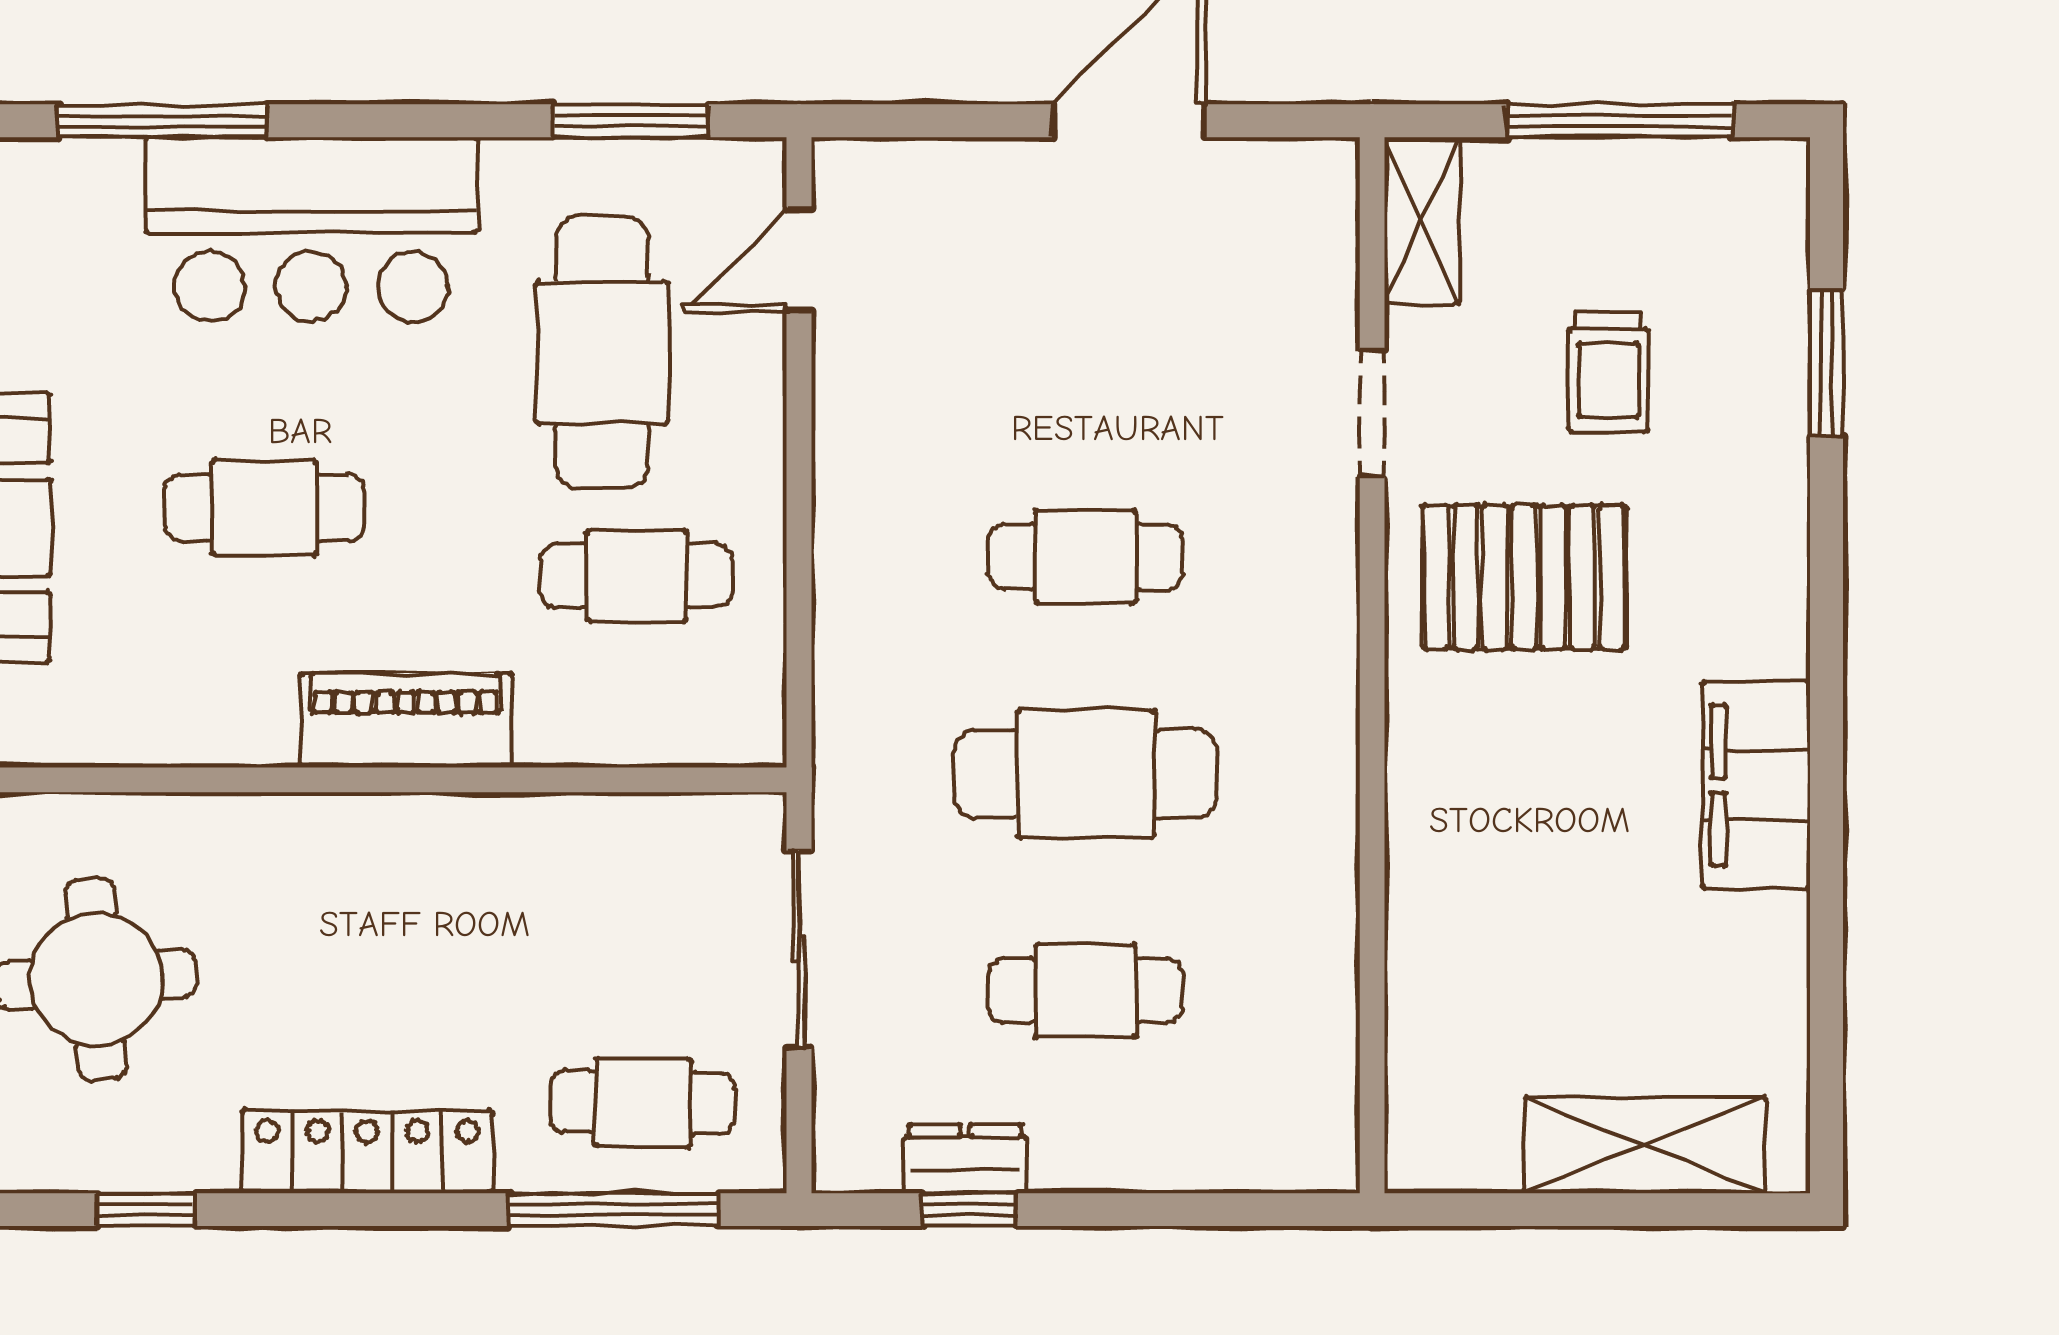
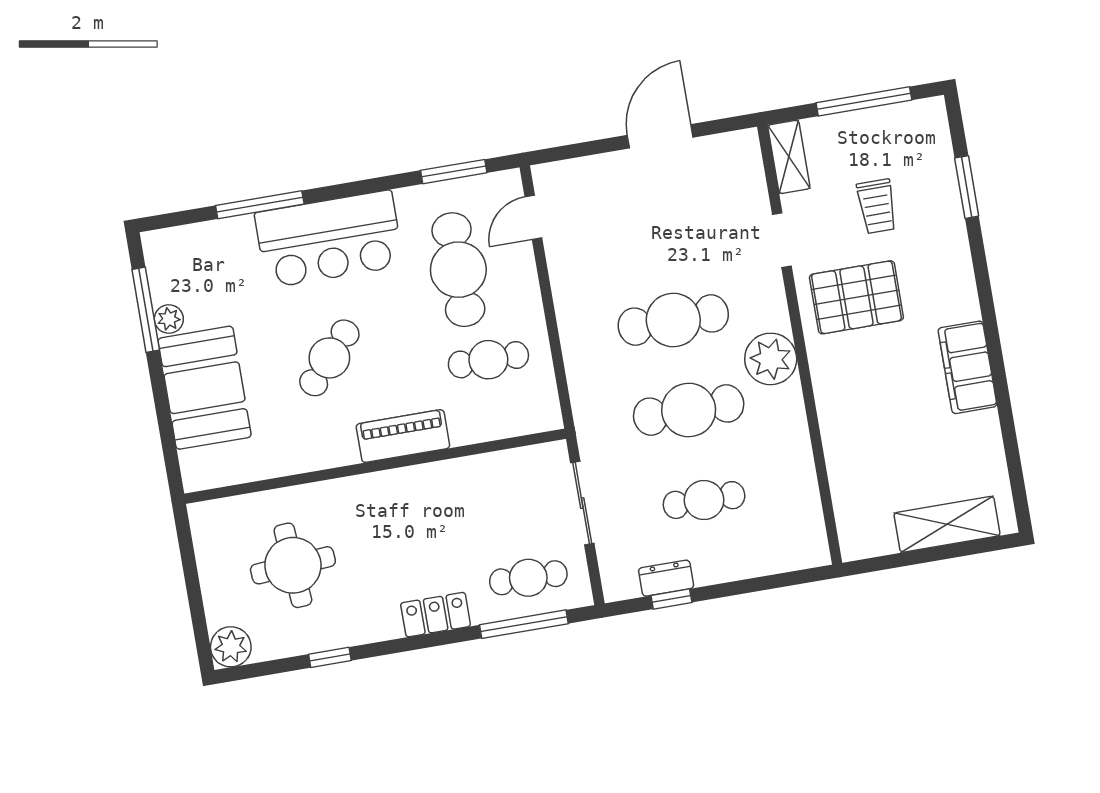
cafe table: (265, 508) -> (329, 358), turned -48
cafe table: (1086, 557) -> (673, 320), width x1.37, depth x1.35
plant: (1298, 687) -> (771, 359), added
locker: (367, 1152) -> (436, 615), width x0.66

